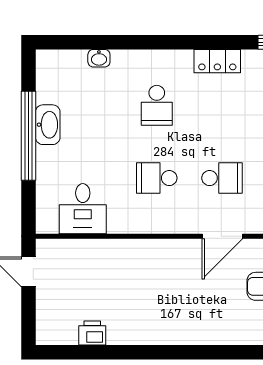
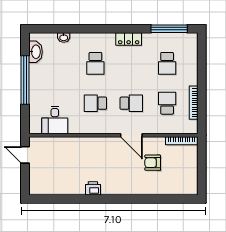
washbasin: (48, 125) -> (36, 52), moved
door: (222, 236) -> (131, 135), hinge flipped
printer: (92, 333) -> (93, 188), moved

